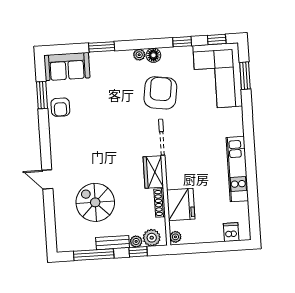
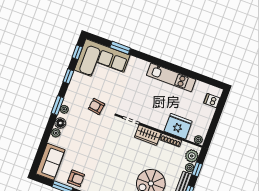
window: (102, 47) -> (58, 105), moved
floor lamp: (153, 55) -> (60, 123), moved
plant: (106, 57) -> (56, 133), added
window: (245, 76) -> (120, 48), moved
armchair: (160, 93) -> (96, 106), width x0.53, depth x0.53

